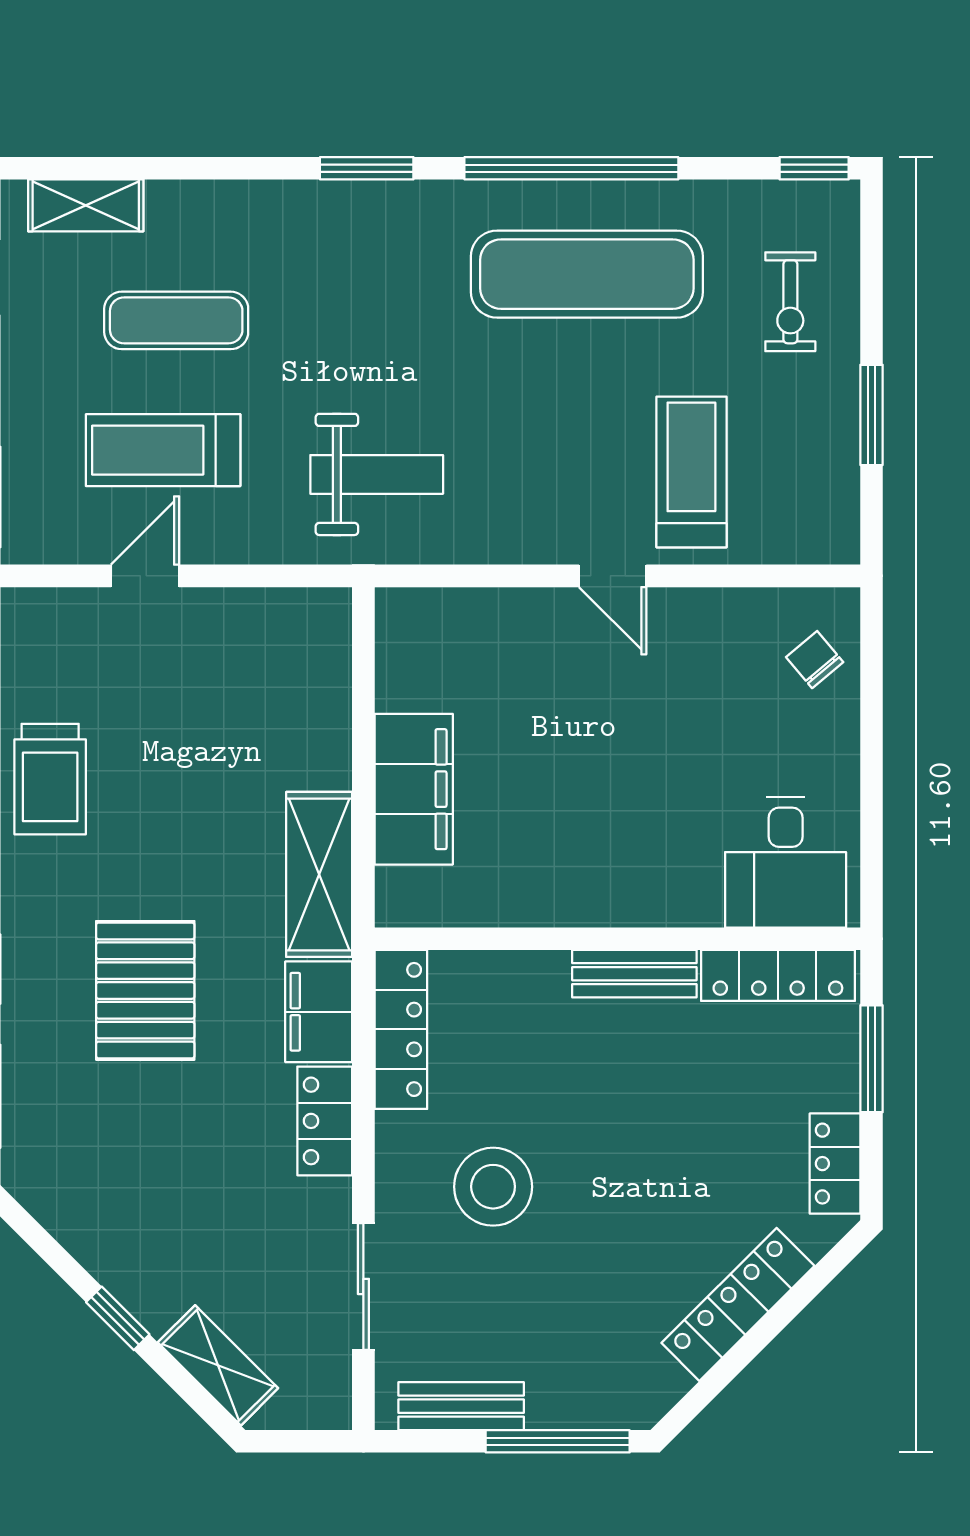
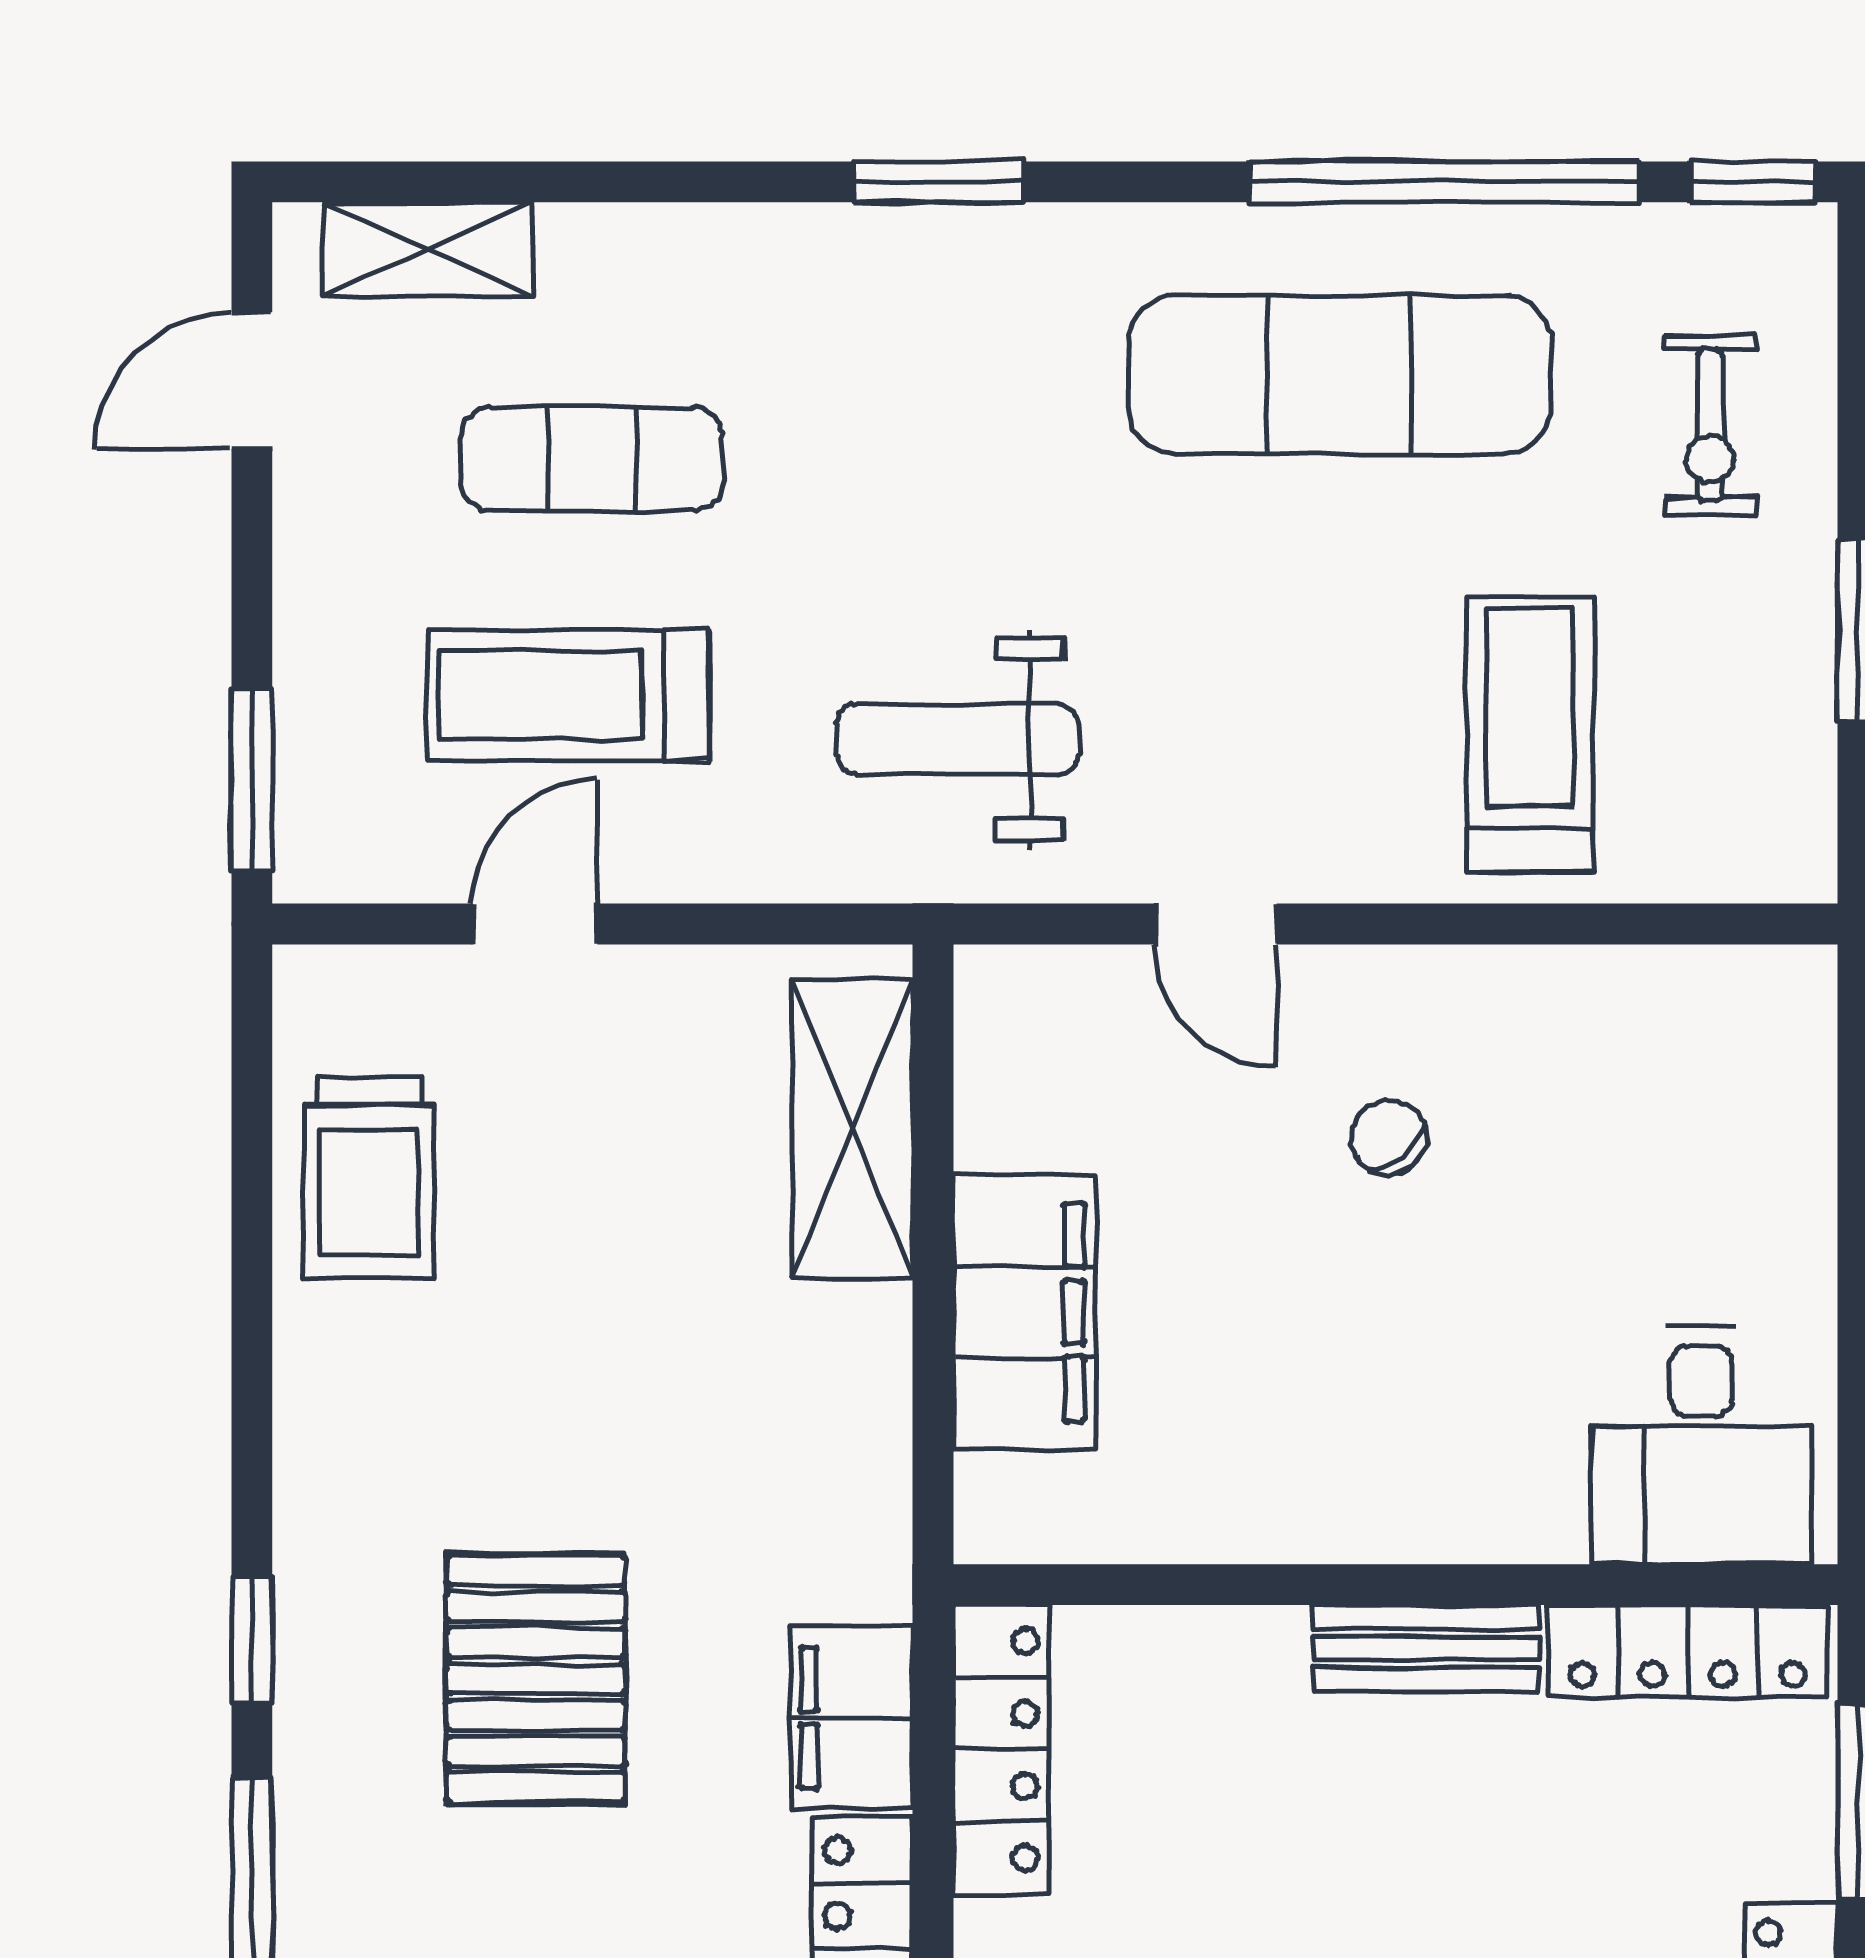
window: (571, 168) -> (1444, 182), moved
weight bench: (377, 474) -> (957, 739), turned 180
door: (613, 576) -> (1215, 924), moved
chair: (815, 660) -> (1388, 1137), moved
trolley: (50, 779) -> (369, 1178), moved
shelving: (319, 874) -> (853, 1129), moved

